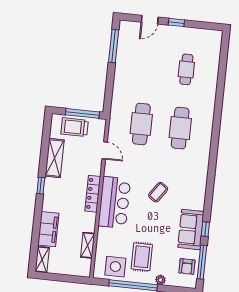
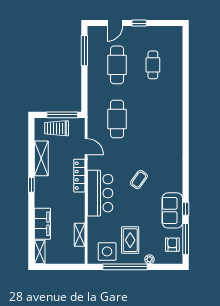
cafe table: (180, 128) -> (117, 65), moved
locker: (93, 194) -> (79, 176), moved
armchair: (187, 266) -> (172, 245), turned 180

